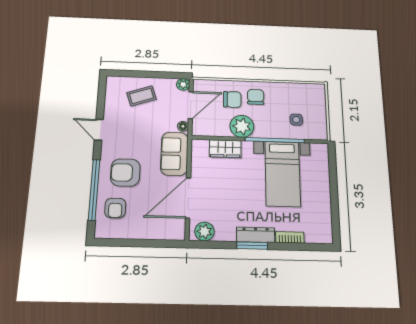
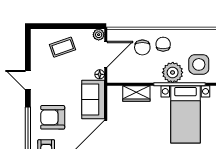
chair: (232, 99) -> (142, 47), turned 90
side table: (296, 120) -> (199, 64), width x1.87, depth x1.87
plant: (242, 126) -> (173, 72), moved

